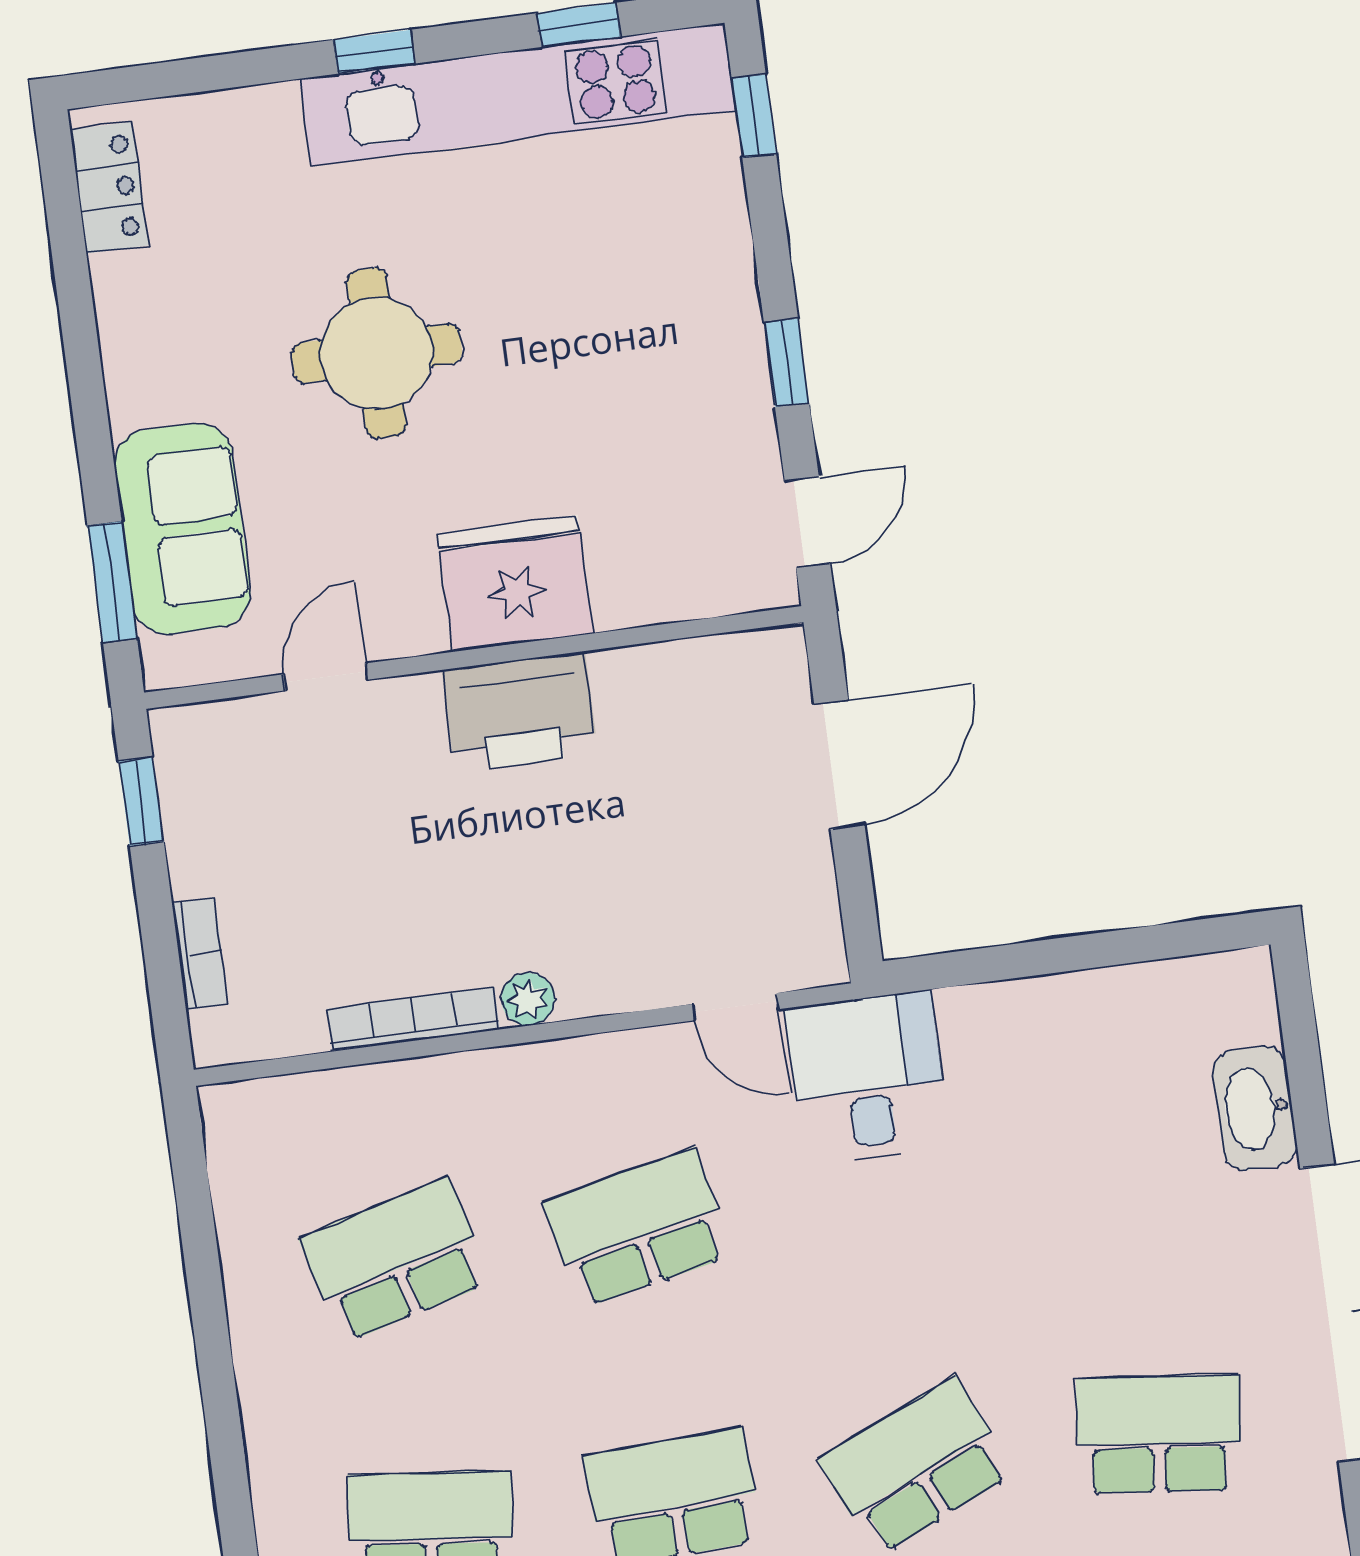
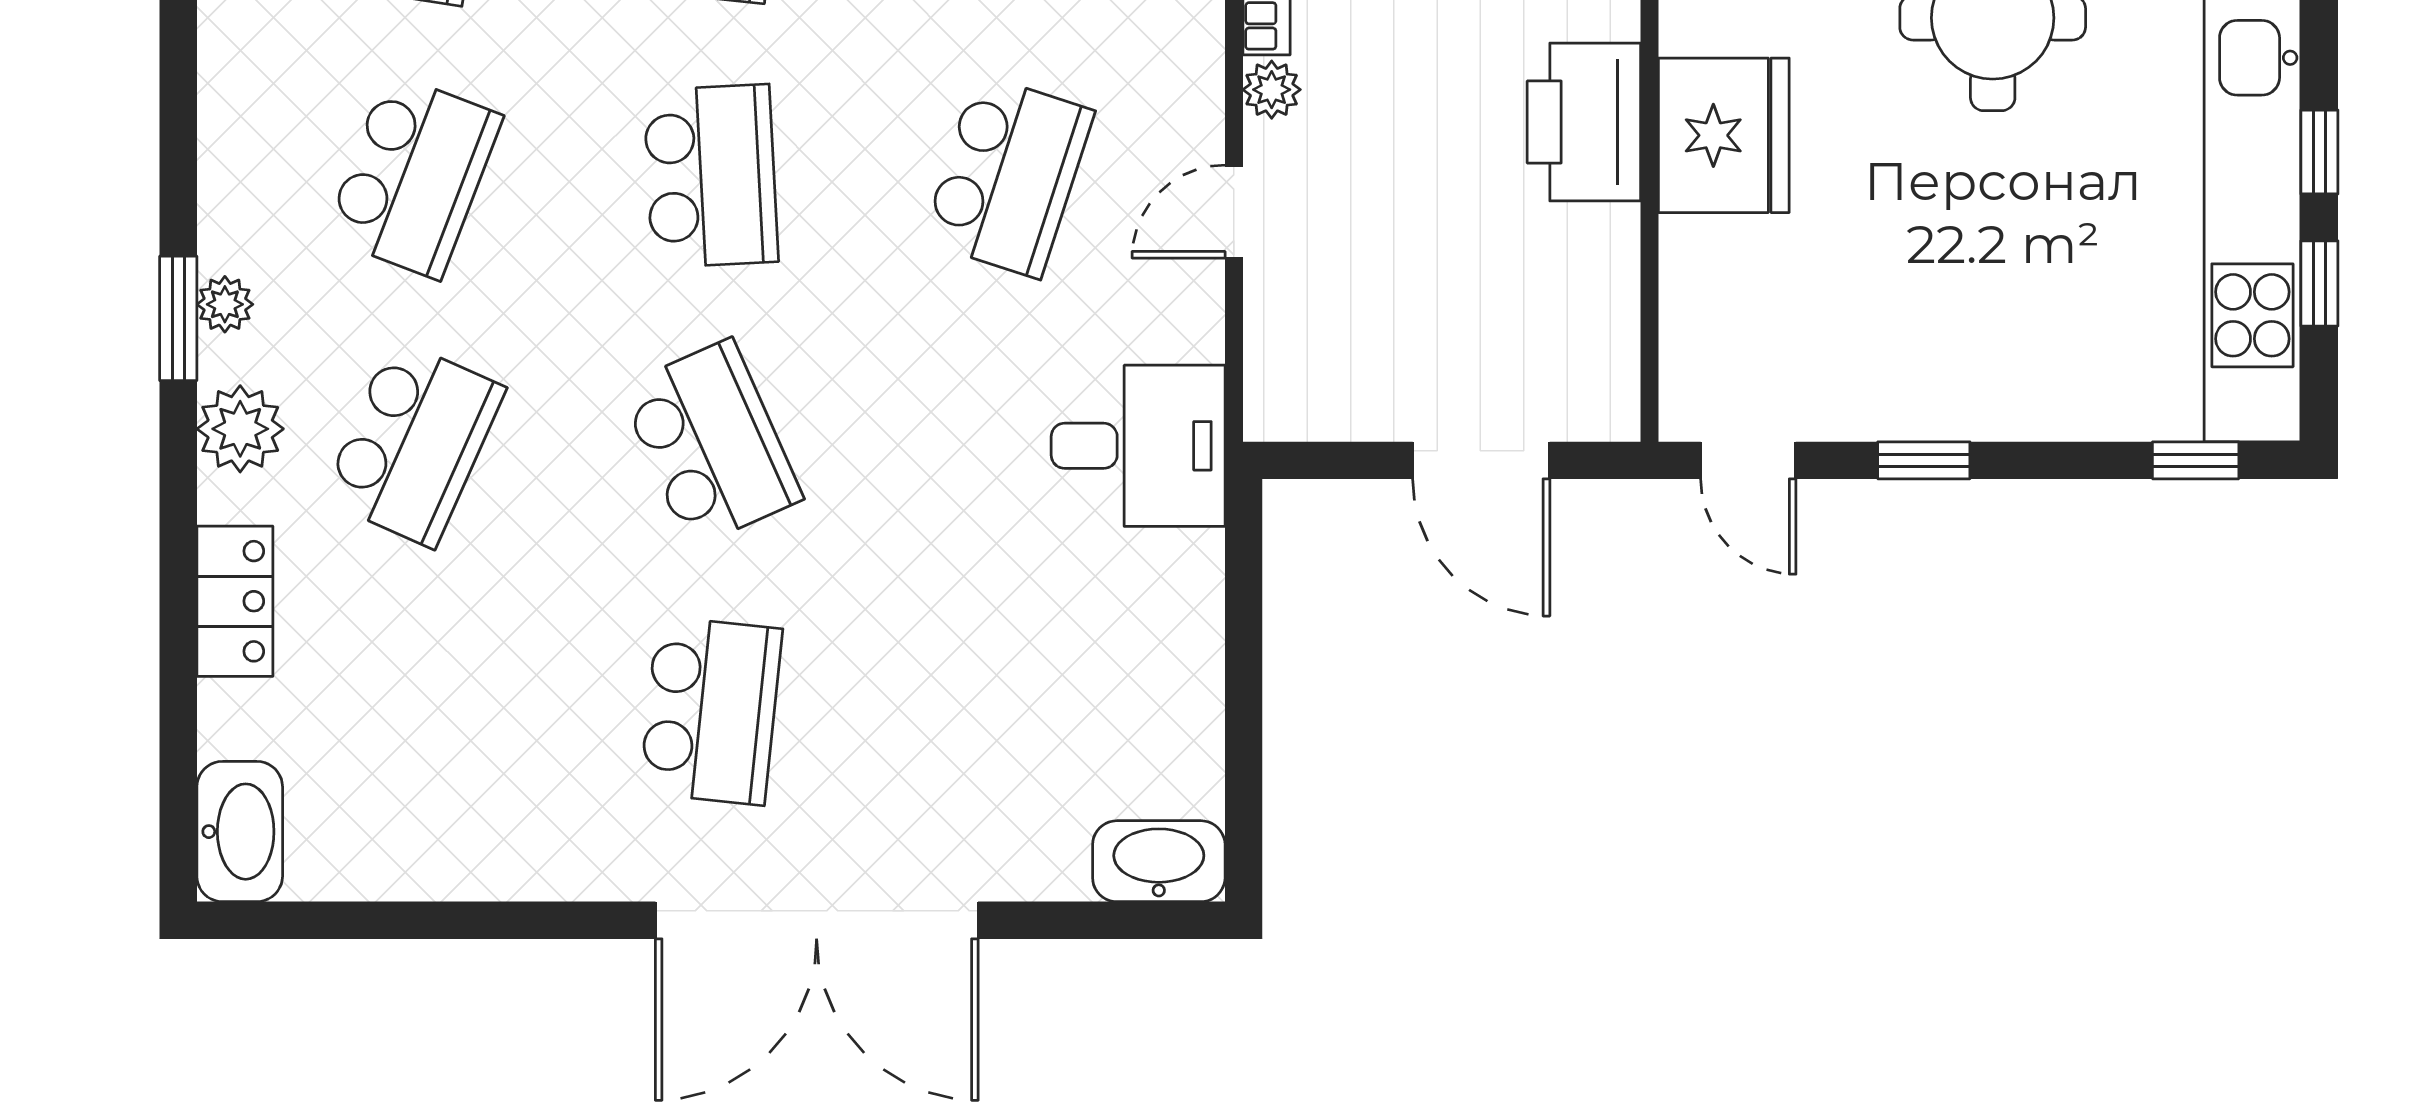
window: (374, 52) -> (2319, 152), moved
door: (735, 1007) -> (1234, 212), moved
washbasin: (1255, 1108) -> (1159, 861), moved
school desk: (638, 1228) -> (1008, 176), turned 30

